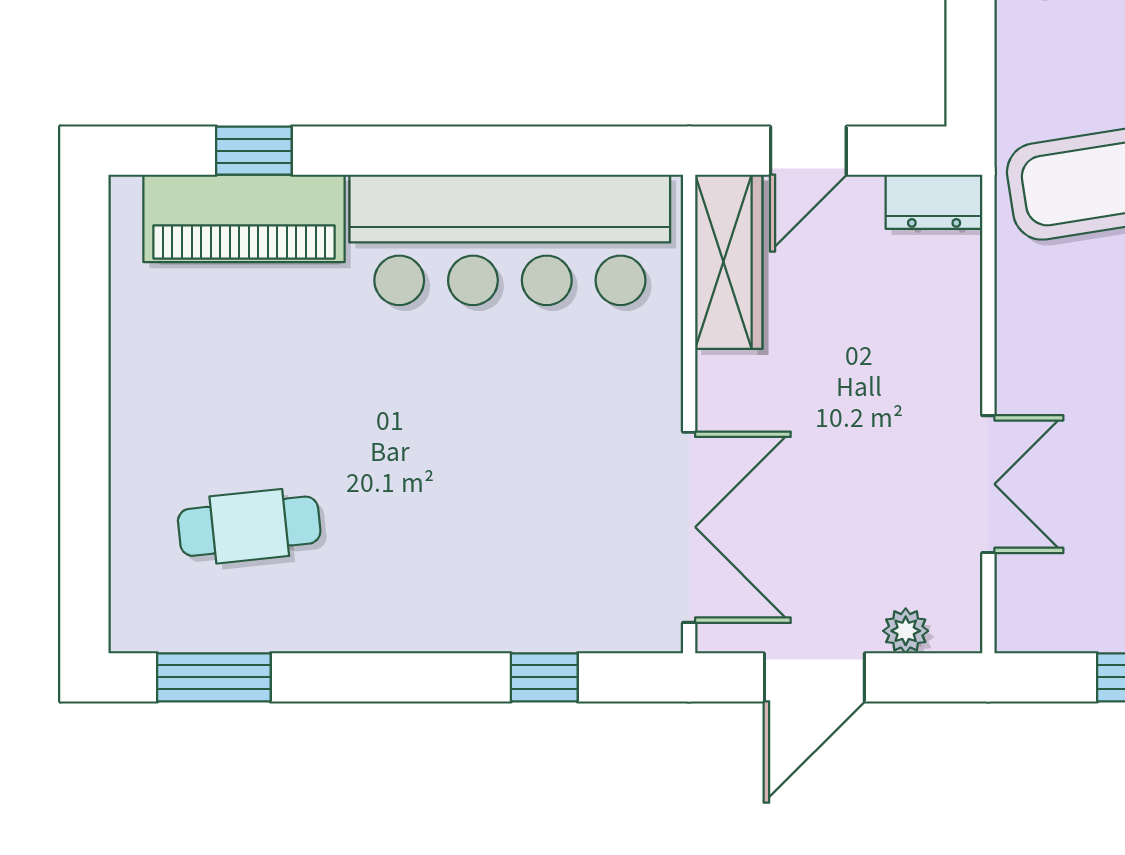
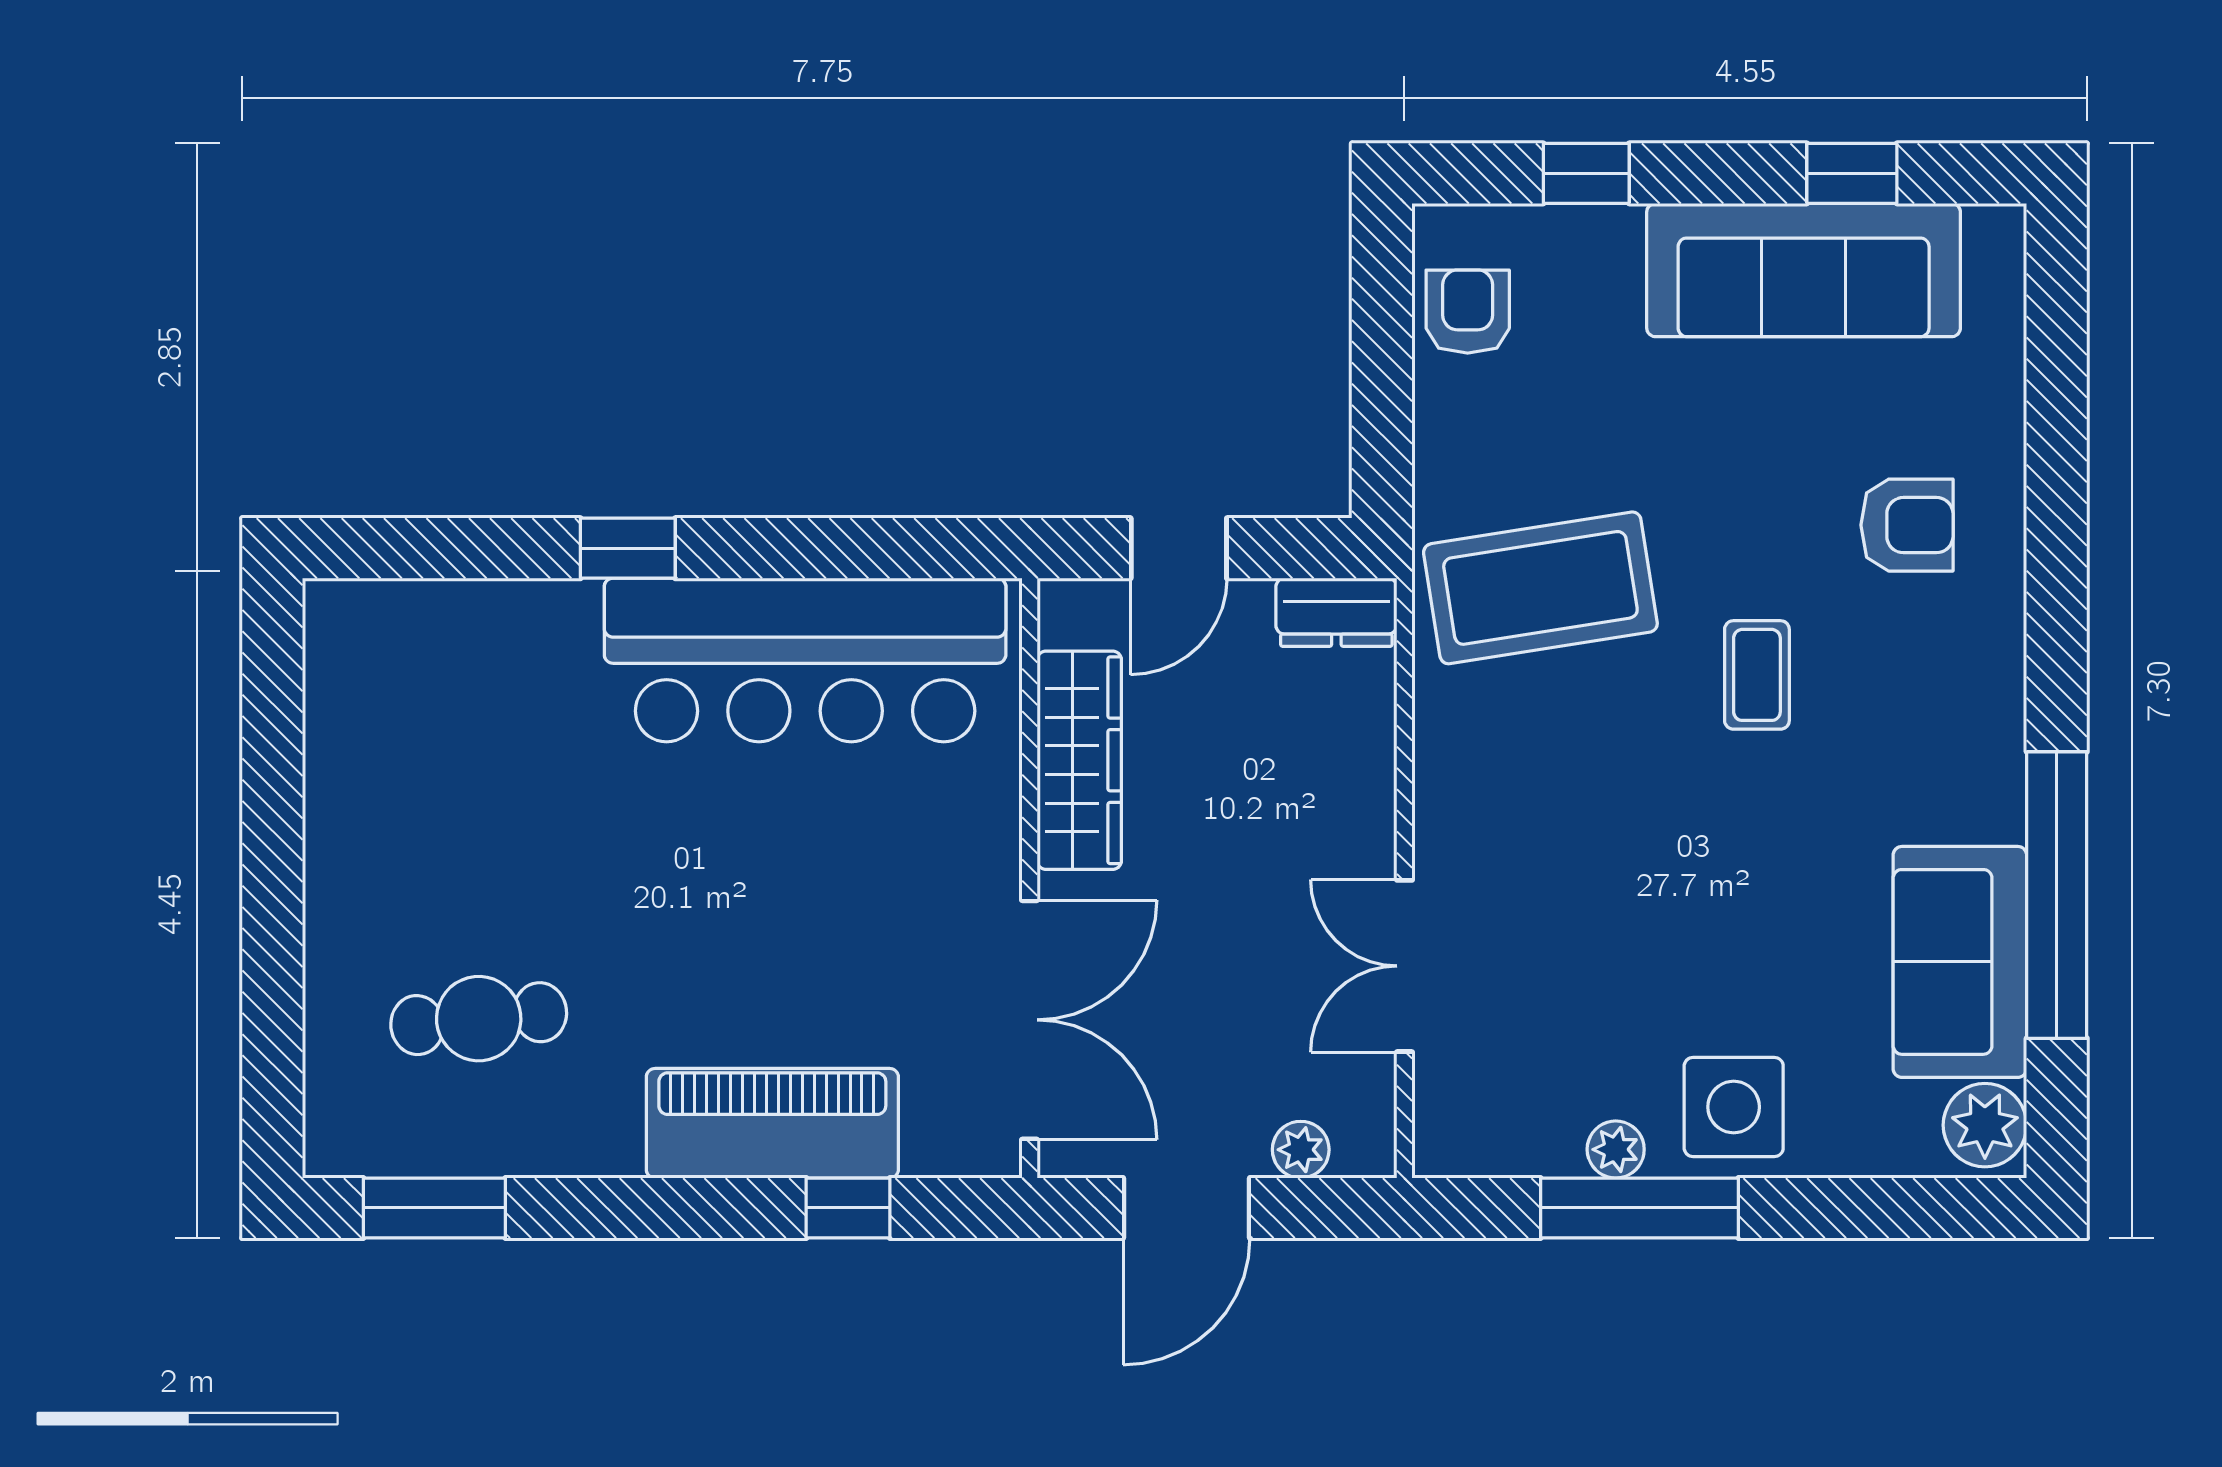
window: (254, 151) -> (628, 548), moved
piano: (244, 218) -> (772, 1123), moved, turned 180
wardrobe: (729, 262) -> (1079, 760), moved
double door: (988, 484) -> (1404, 966), swing flipped

